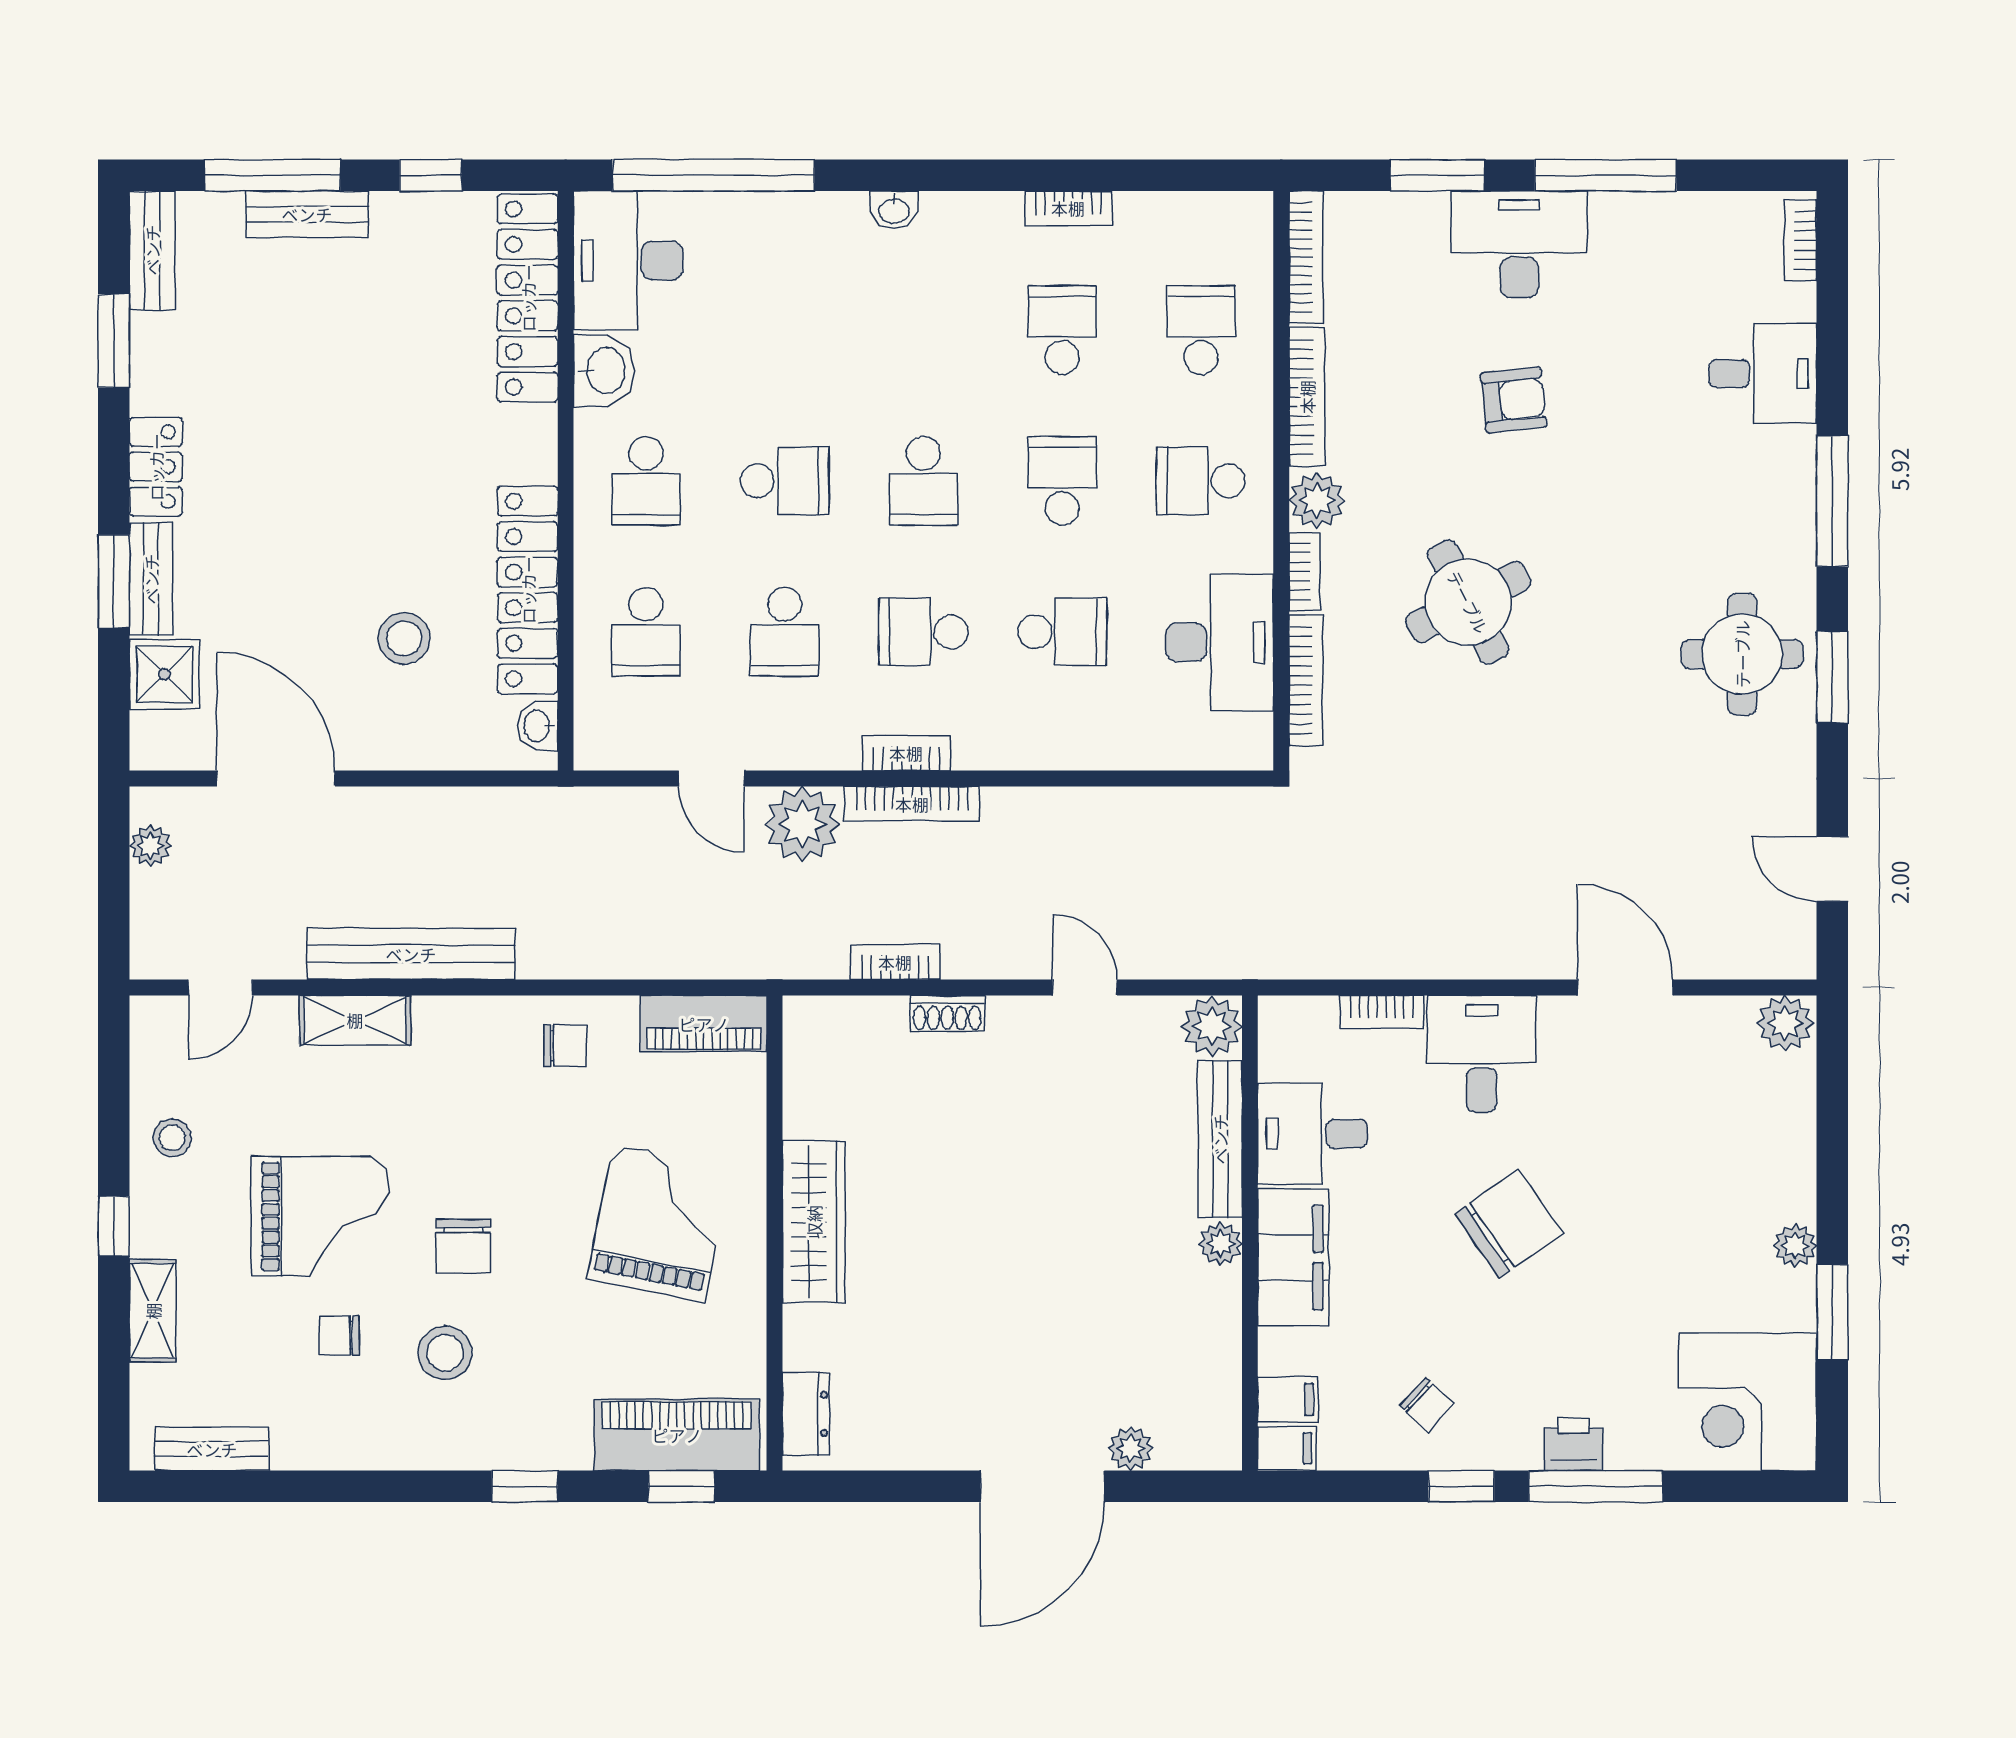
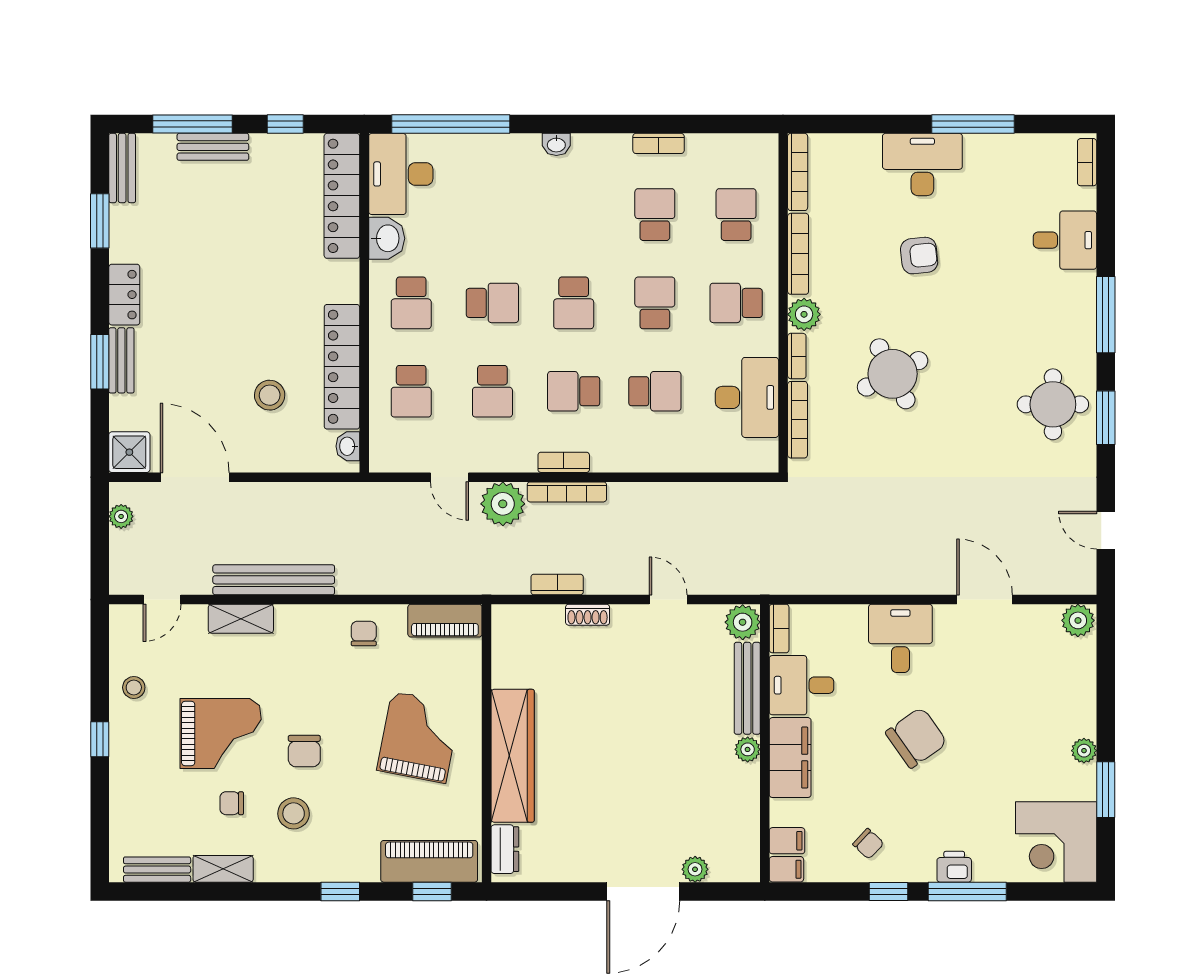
window: (1437, 175) -> (874, 124), removed
shower: (164, 674) -> (129, 452), moved
bookcase: (1381, 1012) -> (779, 629), moved, turned -90
chair: (565, 1046) -> (364, 634), turned -90
wardrobe: (814, 1222) -> (513, 756), width x1.40, depth x1.17
shelving: (153, 1311) -> (223, 869), moved, turned 90

